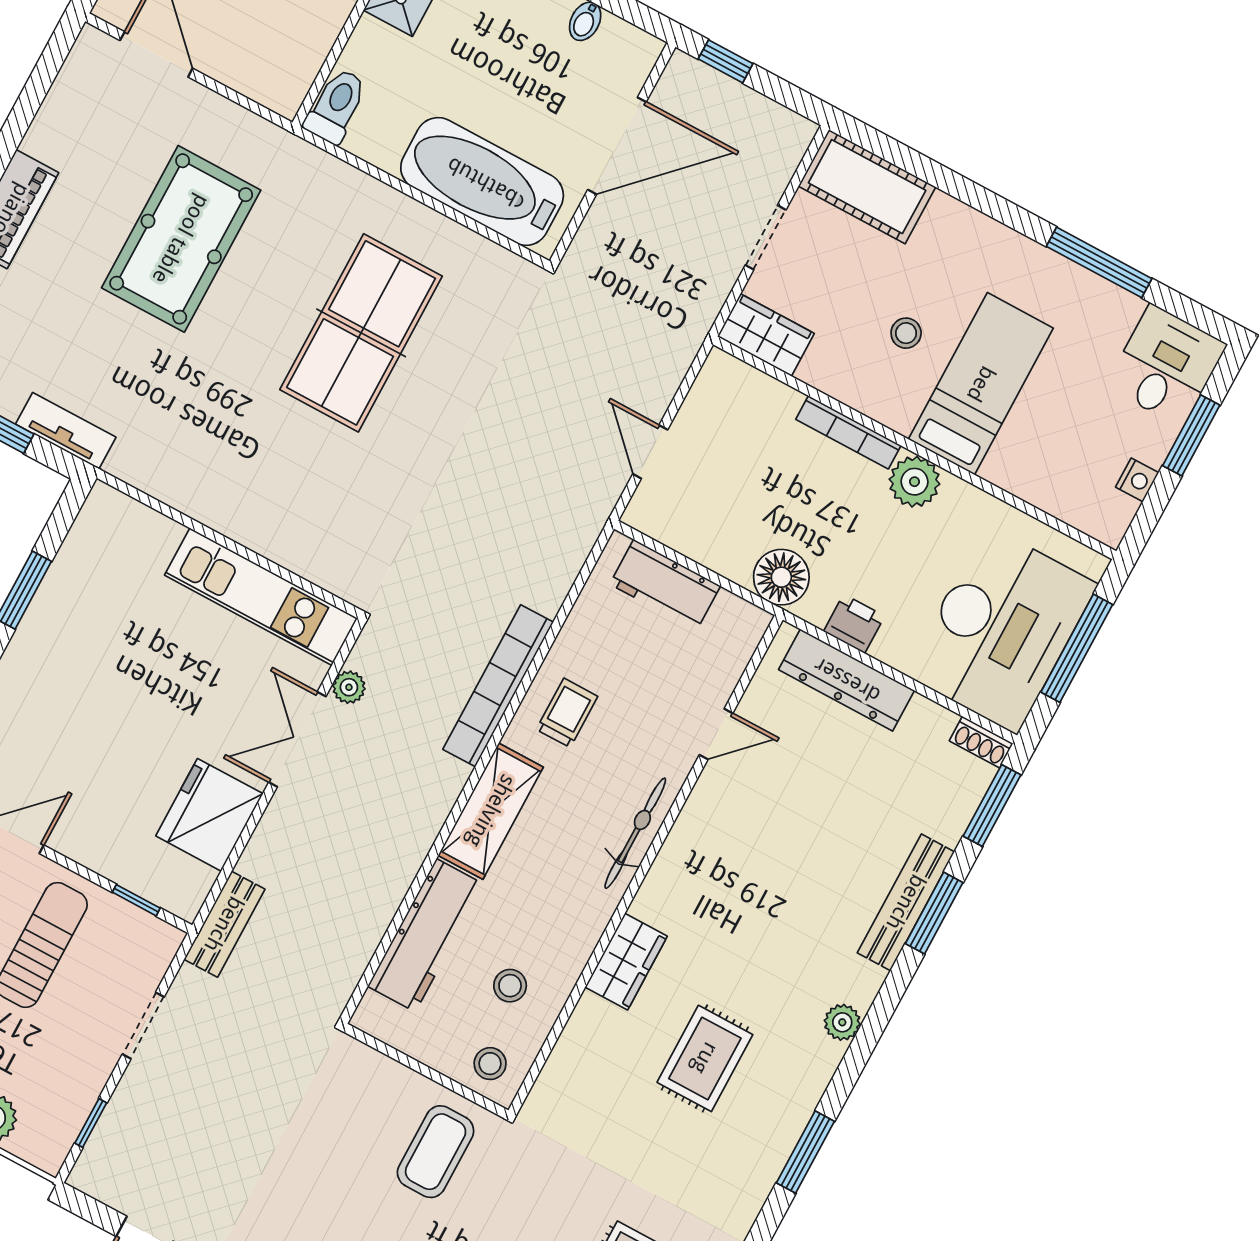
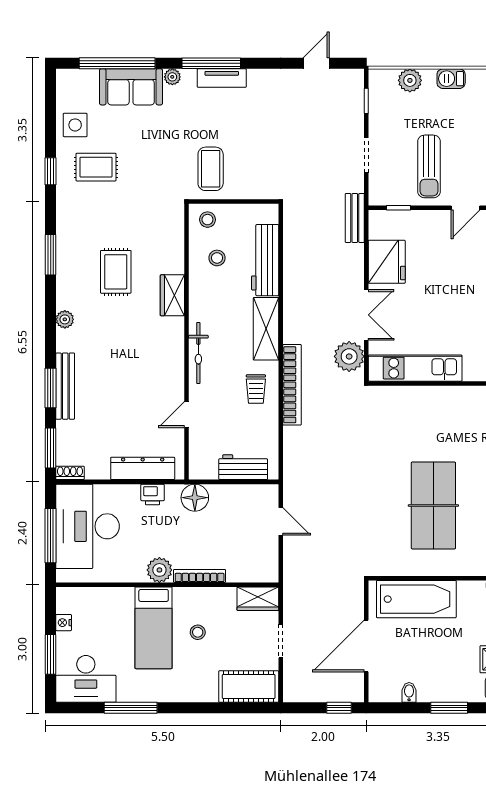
desk: (1166, 365) -> (86, 679), width x1.37
plant: (349, 687) -> (349, 356), width x1.88, depth x1.88

